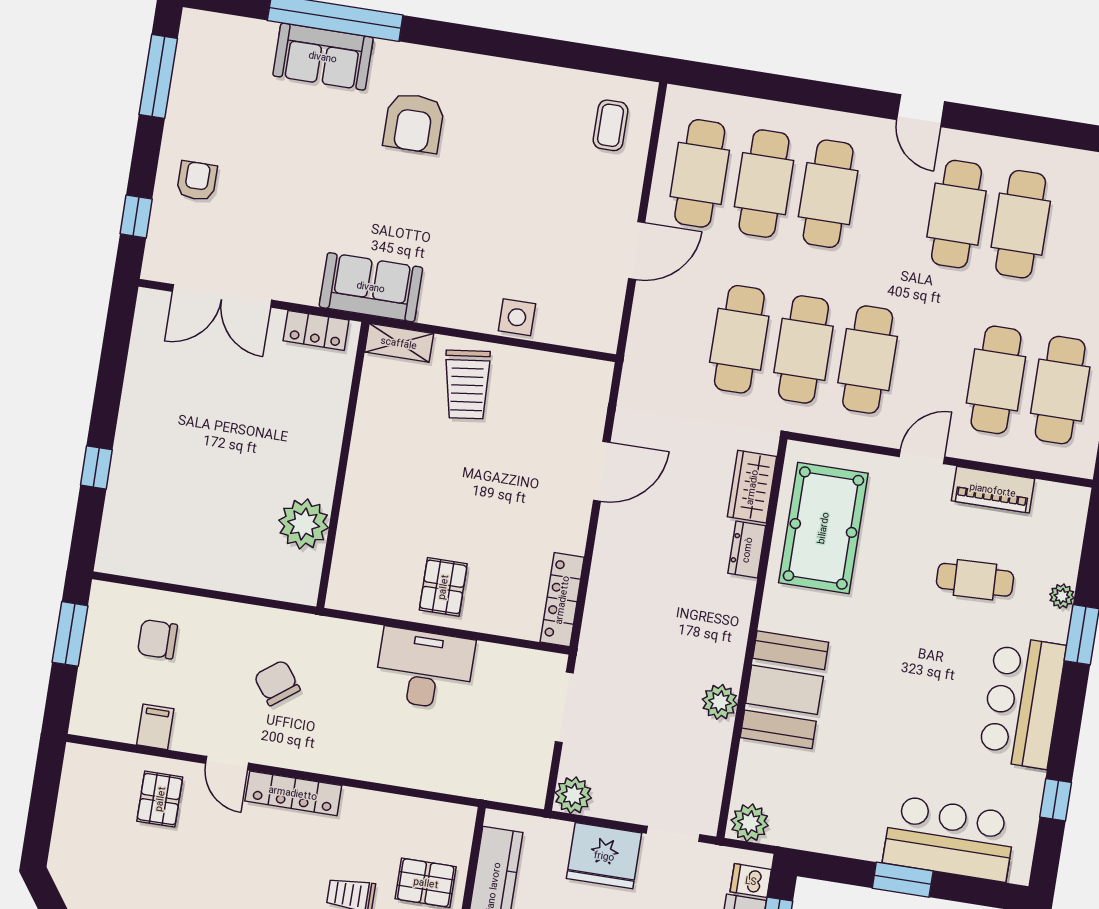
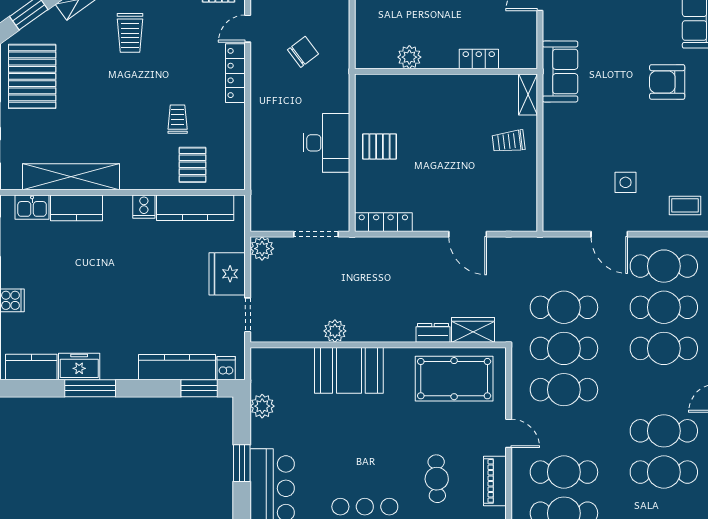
side table: (517, 317) -> (626, 182), moved
locker: (316, 330) -> (479, 59), moved, turned 90
trolley: (467, 385) -> (509, 141), width x0.73, depth x0.72
plant: (304, 524) -> (409, 57), width x0.73, depth x0.73
plant: (750, 823) -> (262, 406), moved

